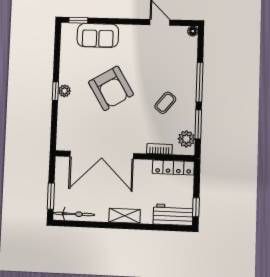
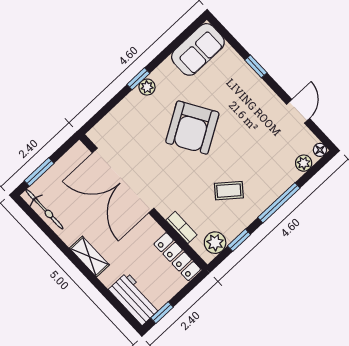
window: (78, 20) -> (256, 66), moved
sofa: (98, 35) -> (198, 49), moved, turned -90
plant: (191, 47) -> (304, 163), added
window: (198, 124) -> (239, 240), width x0.67

